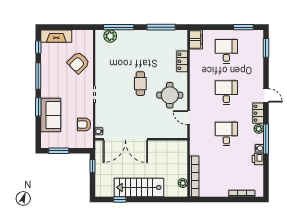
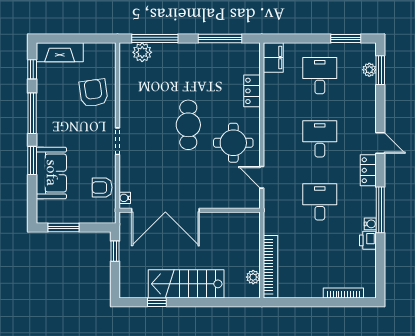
armchair: (78, 63) -> (94, 93), turned 127
cafe table: (140, 84) -> (188, 125), width x1.37, depth x1.35
plant: (259, 129) -> (369, 70), moved

